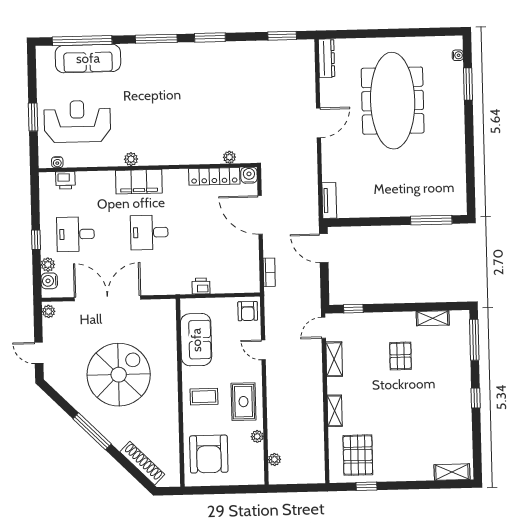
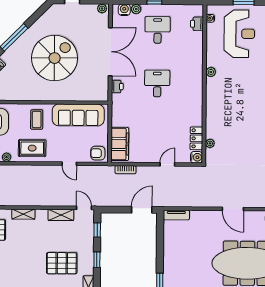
locker: (214, 176) -> (196, 138), width x0.66
filing cabinet: (139, 182) -> (120, 144), moved, turned 180
door: (260, 215) -> (167, 164), width x0.53
printer: (201, 286) -> (117, 87), moved
window: (394, 308) -> (97, 260), added
sofa: (196, 340) -> (78, 115), width x1.36
door: (263, 350) -> (69, 164), swing flipped
pallet: (400, 356) -> (62, 263), width x1.50, depth x1.42
spiral stairs: (119, 375) -> (55, 58), turned -90

